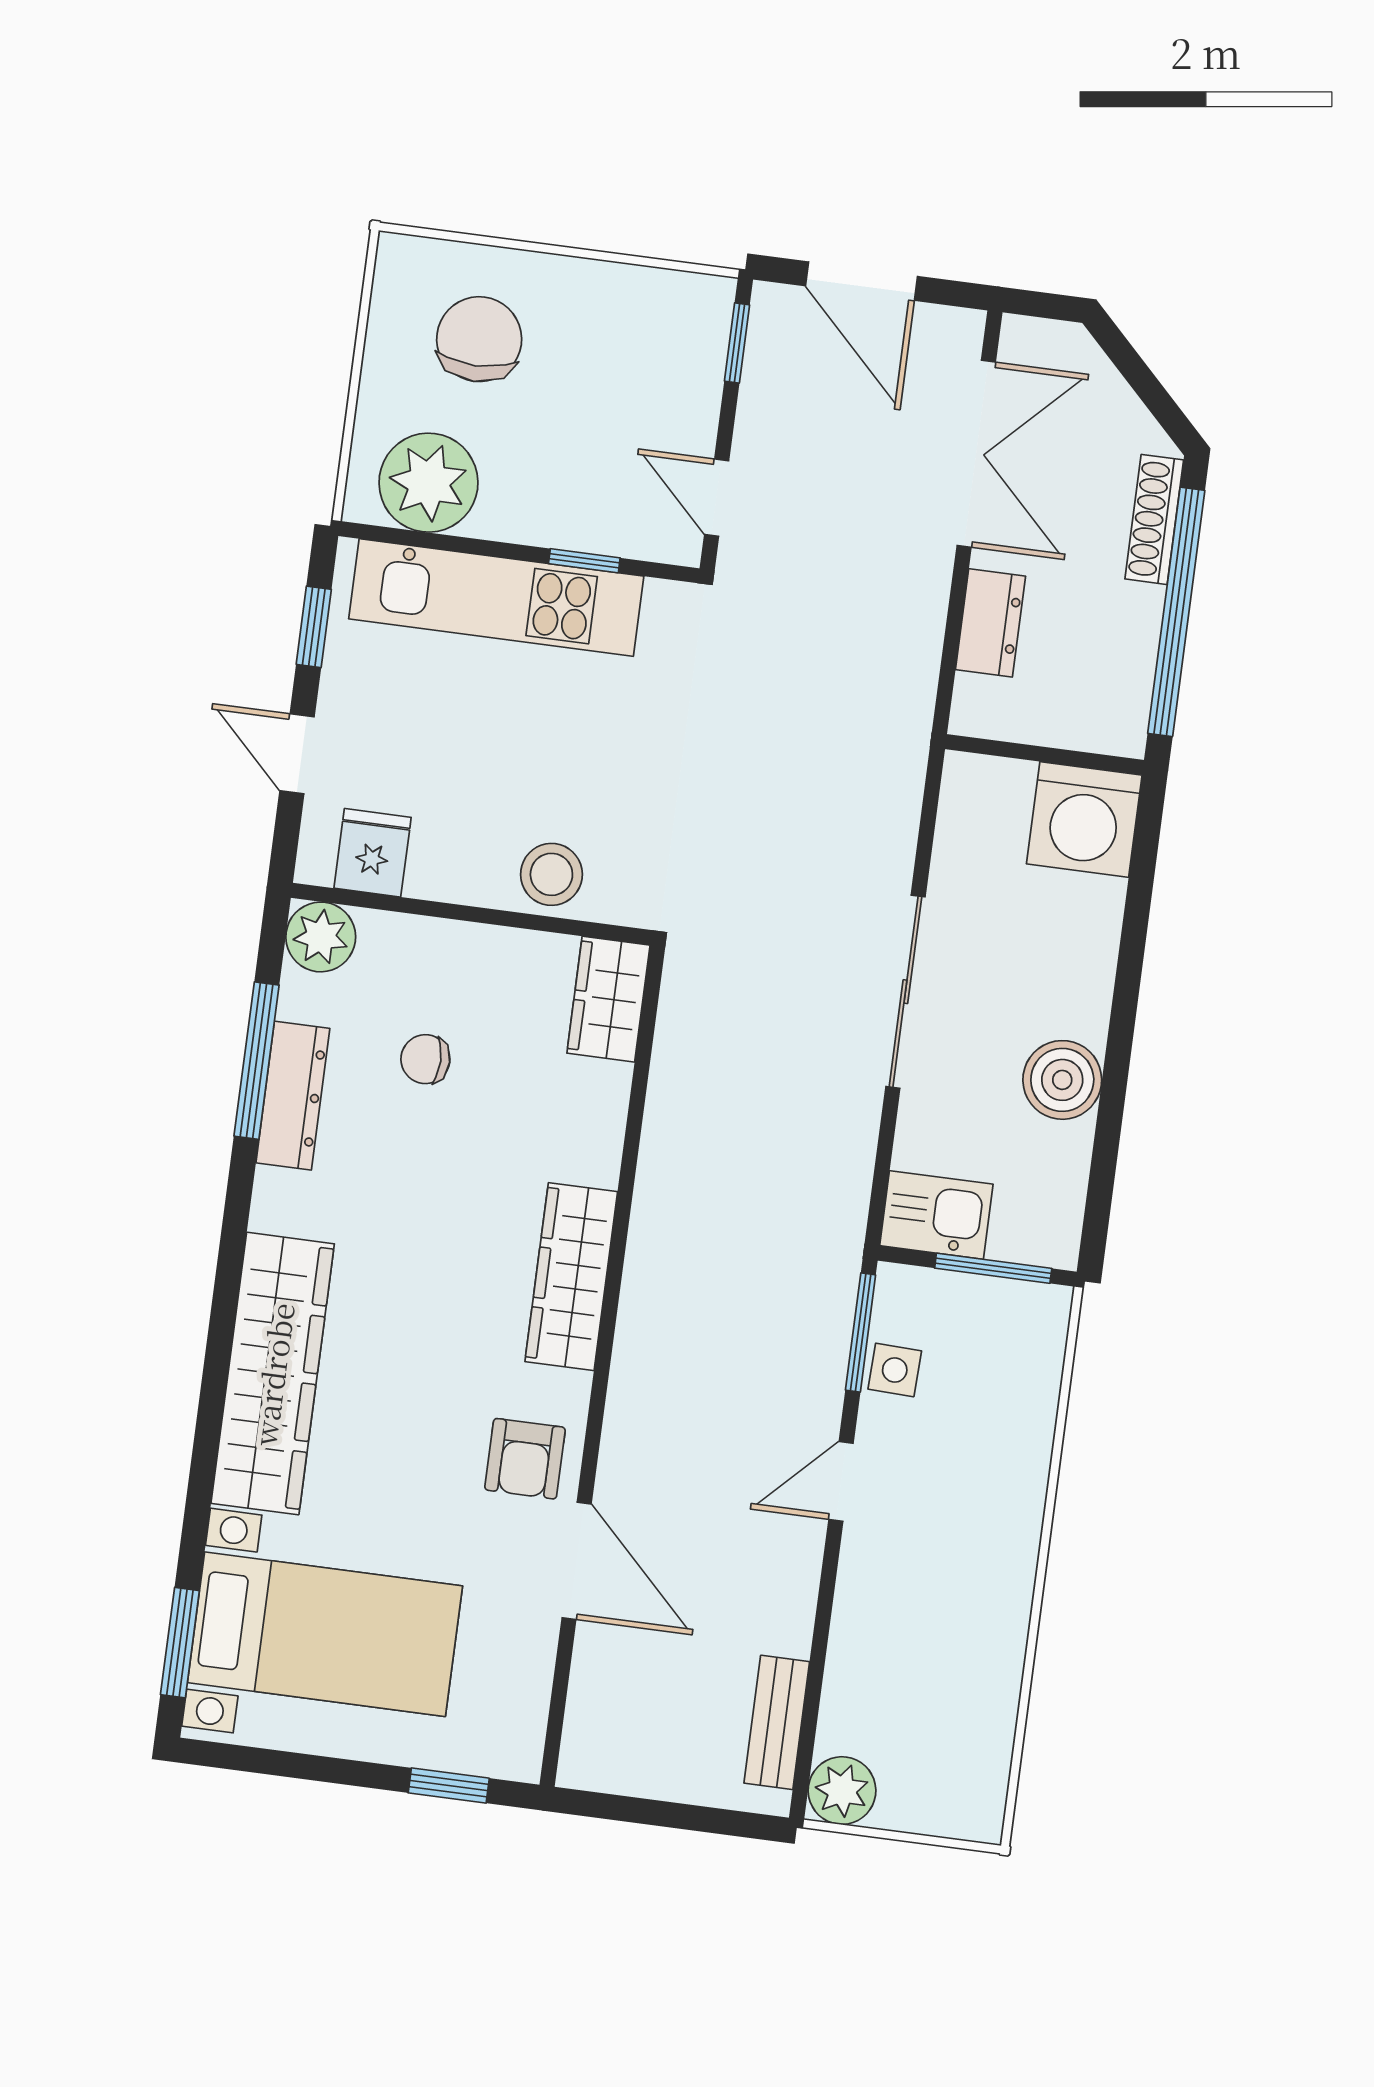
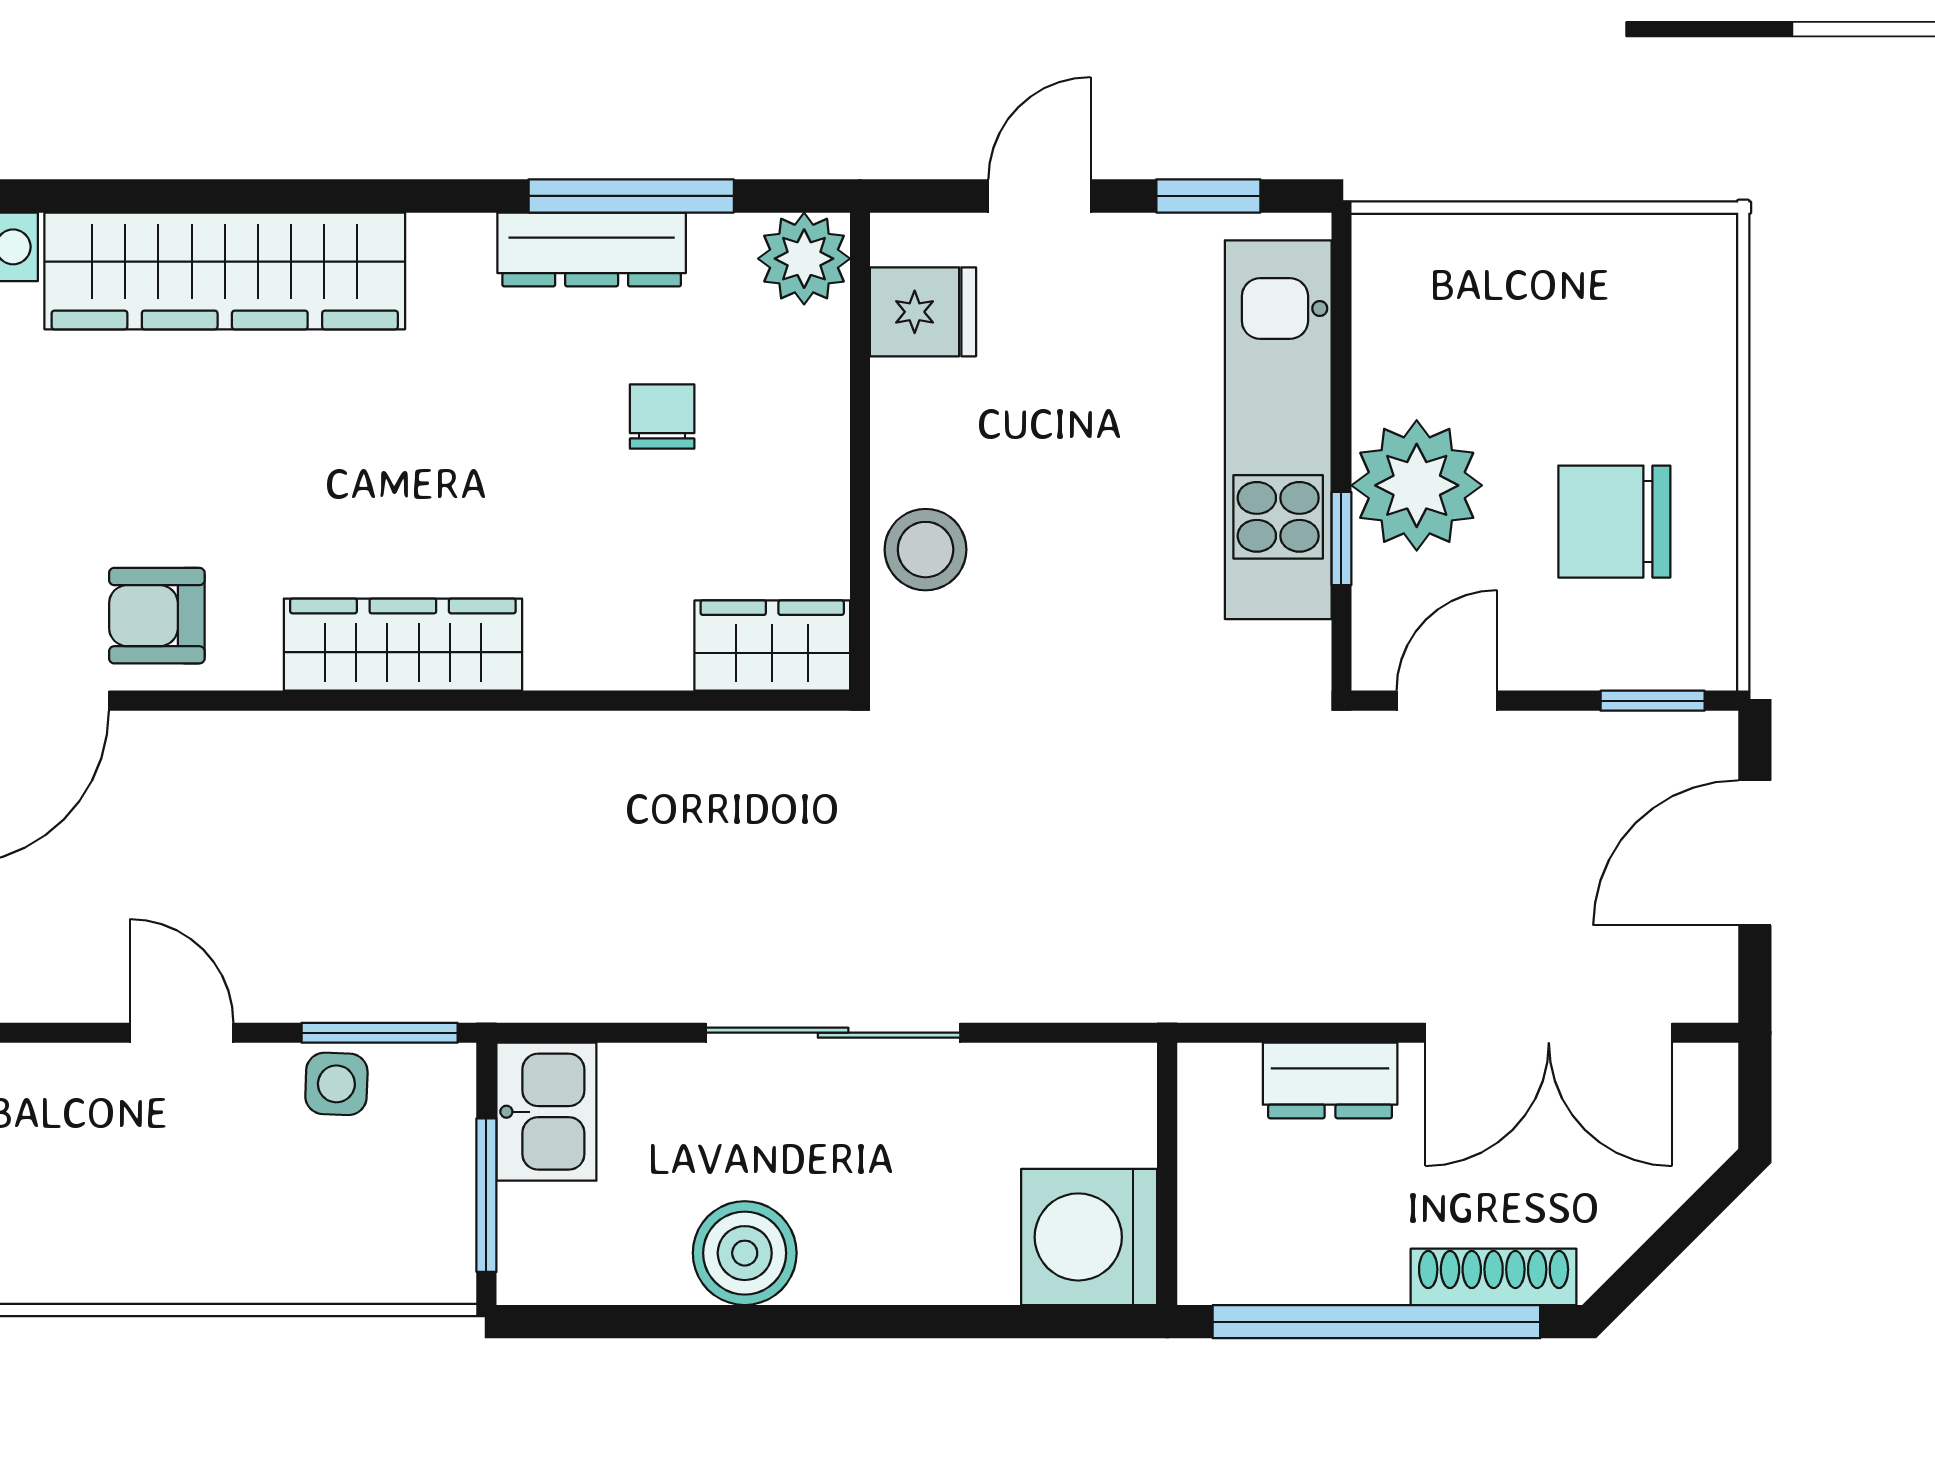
chair: (479, 339) -> (1614, 522), moved, turned 180
plant: (428, 483) -> (1417, 485), moved

